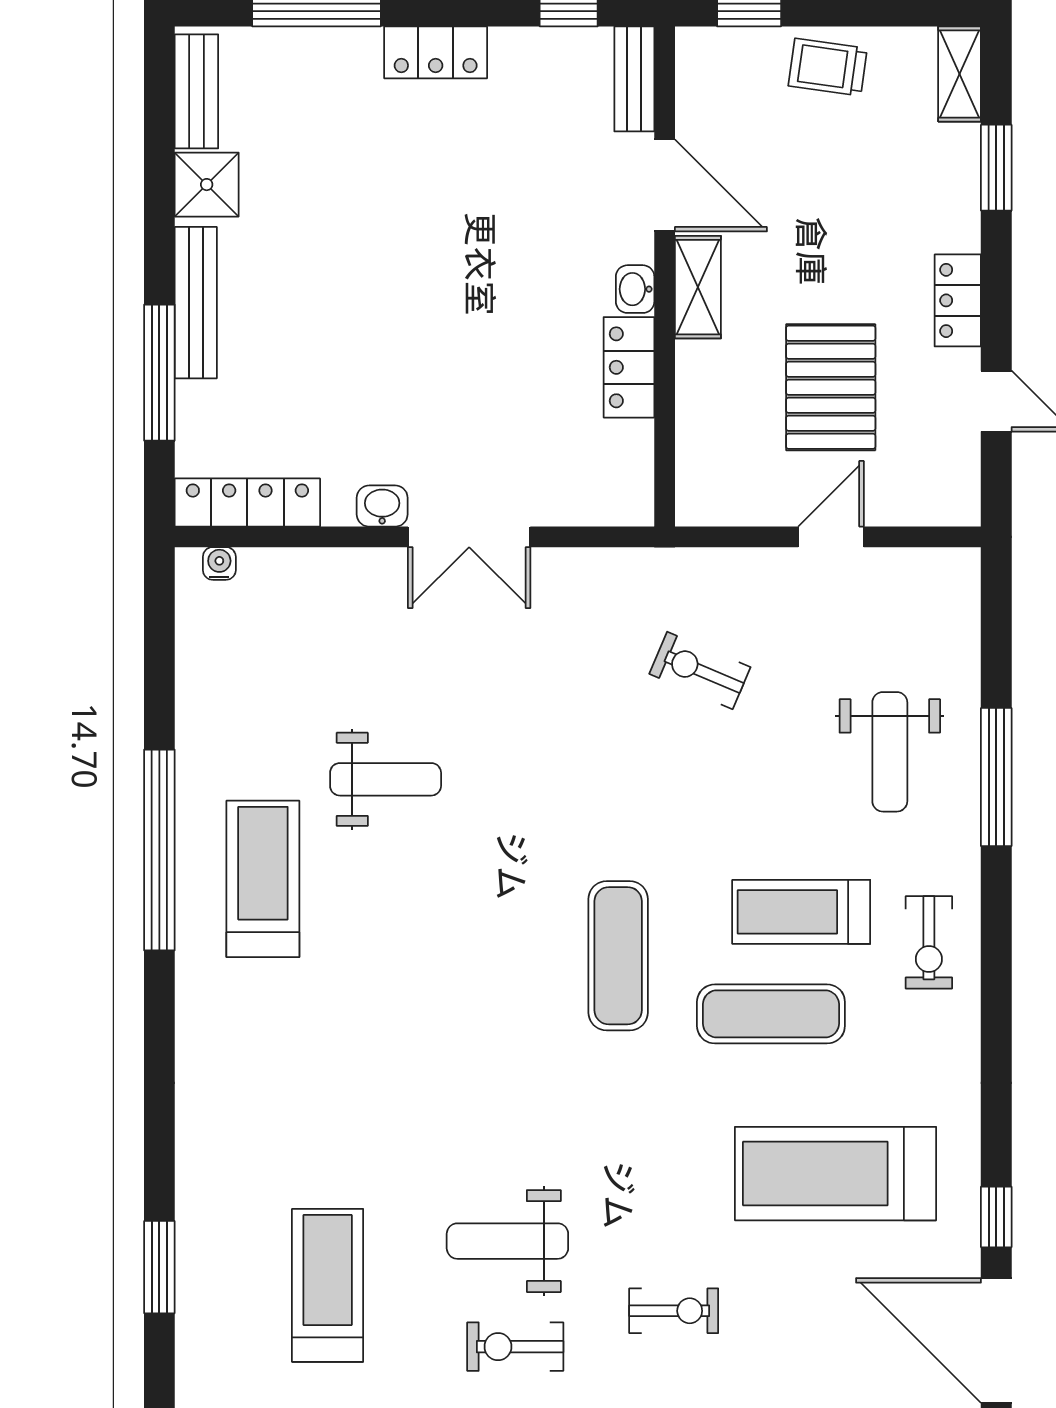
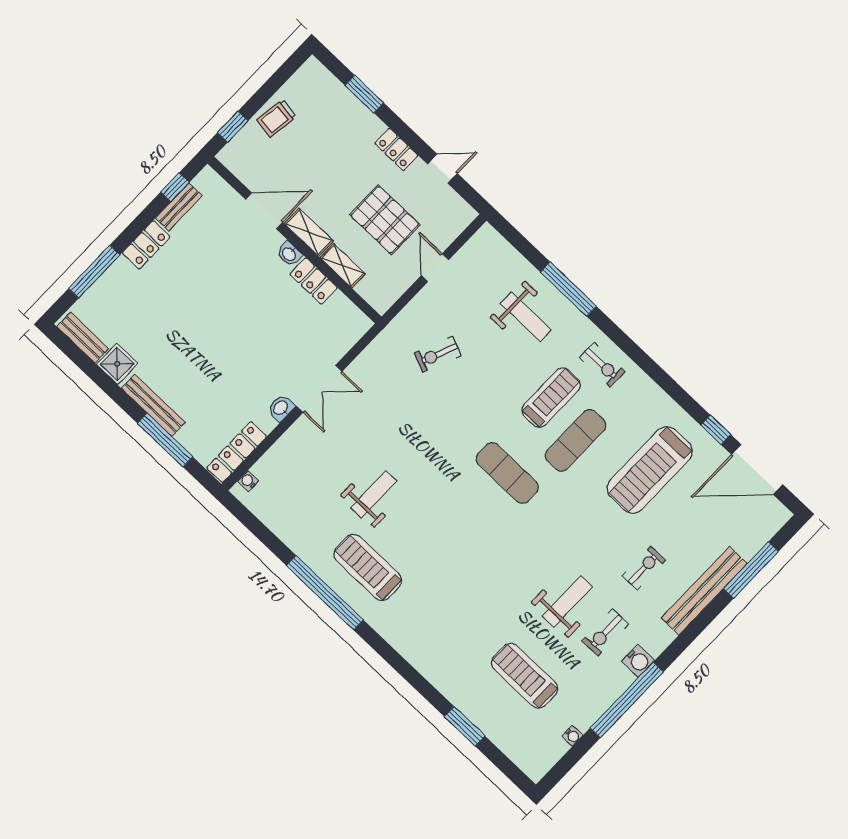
shelving: (960, 74) -> (343, 266), moved
bench: (634, 79) -> (179, 207), moved, turned 90
treadmill: (801, 912) -> (551, 398), turned 180
weight bench: (507, 1241) -> (567, 601), turned 180

